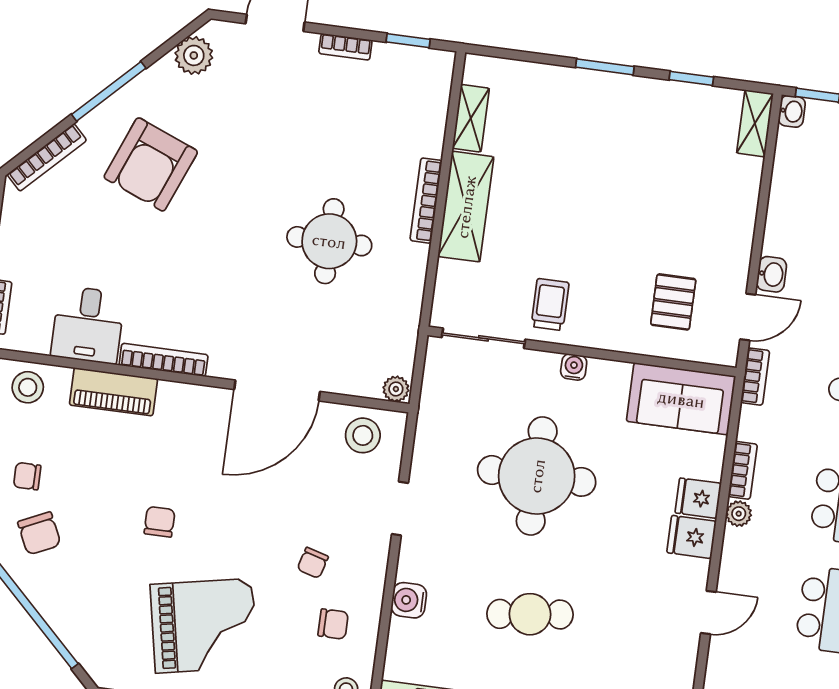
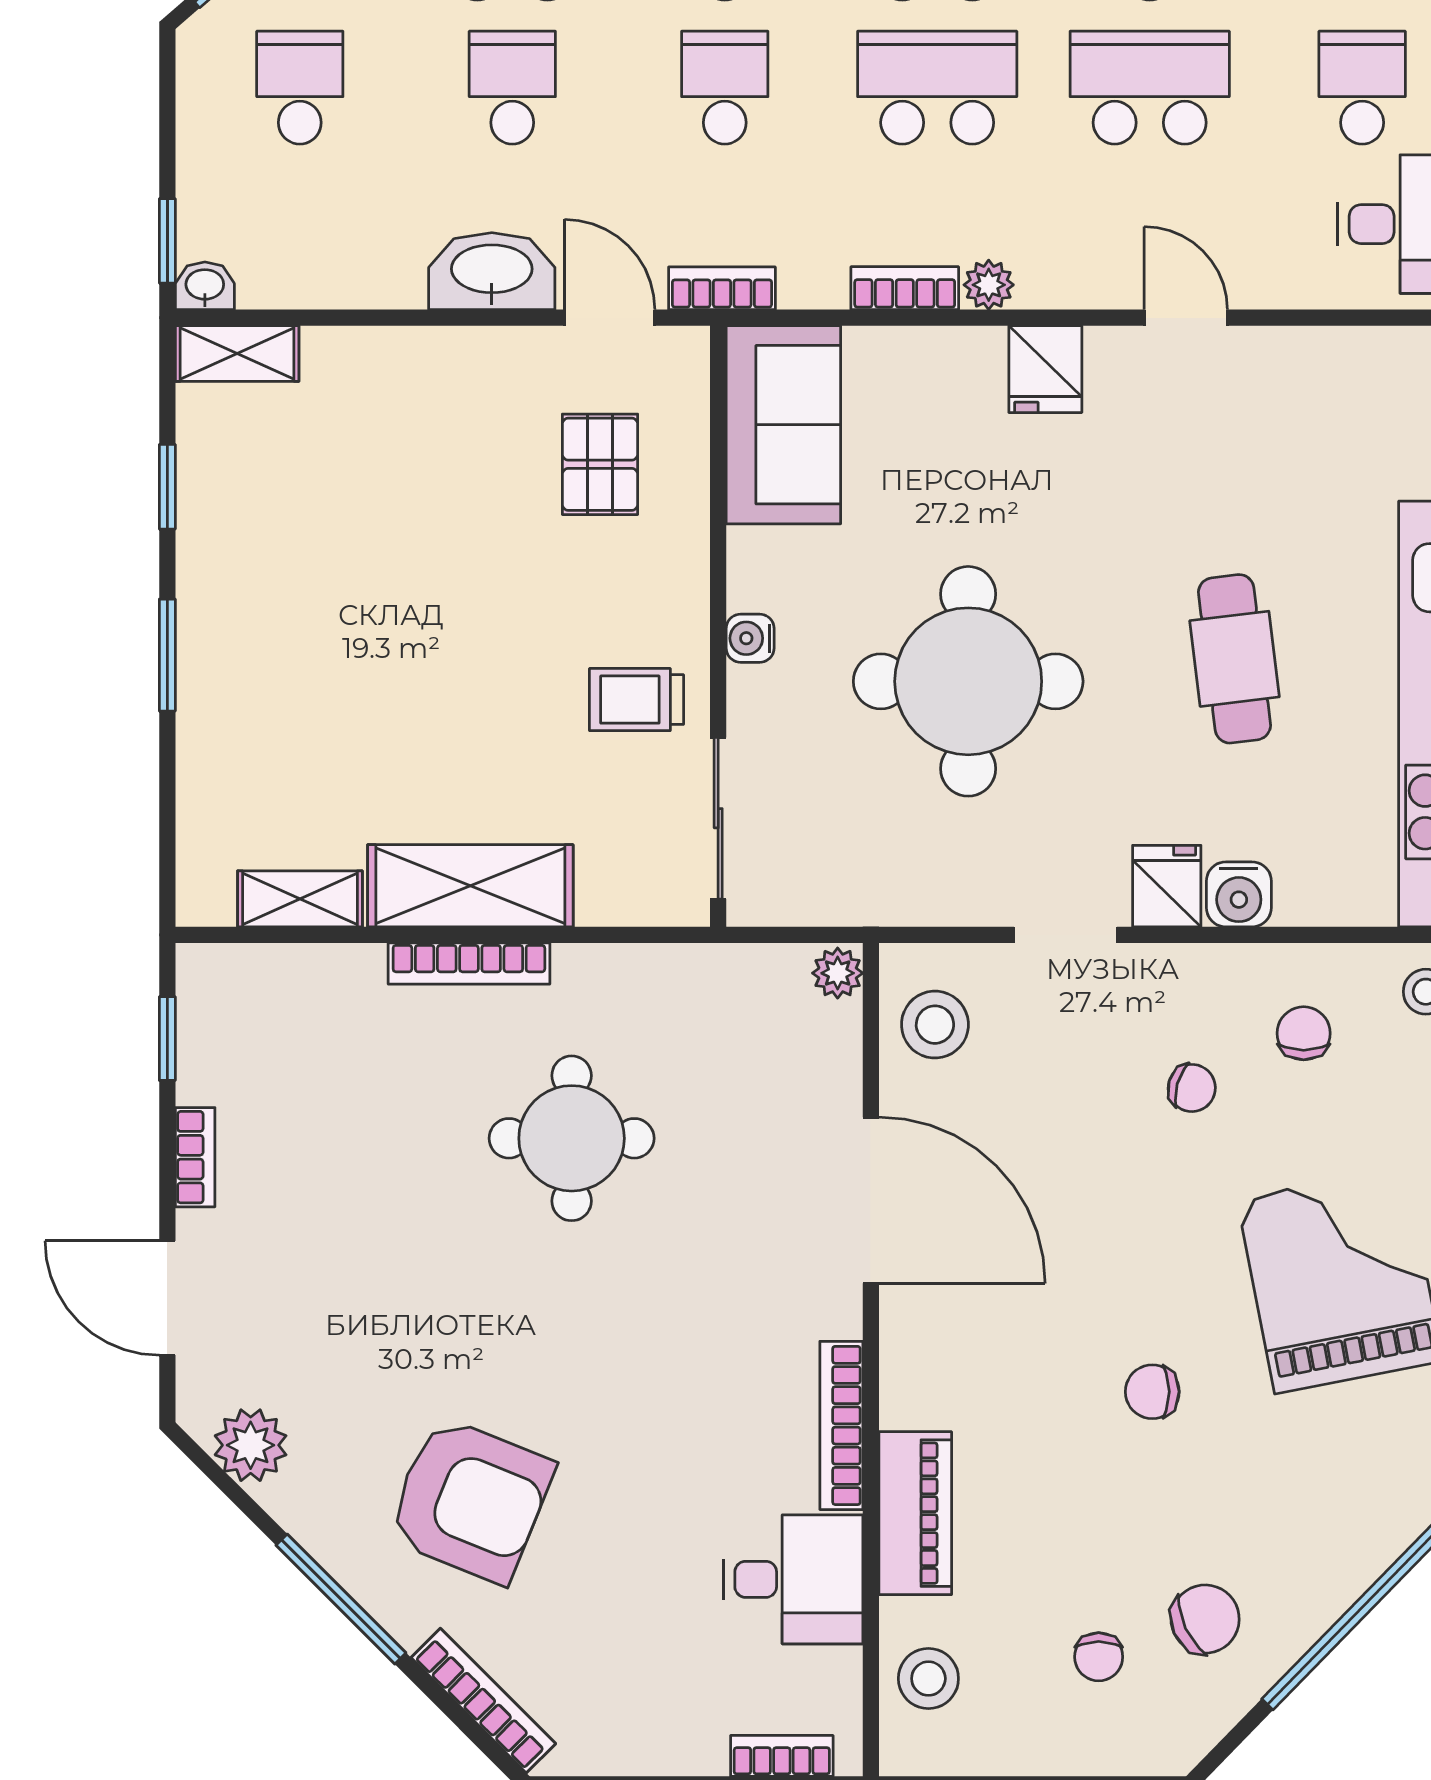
washbasin: (772, 274) -> (492, 271), width x1.91, depth x1.45
pallet: (673, 302) -> (600, 464), turned 90
fridge: (698, 498) -> (1167, 886), moved, turned 180

